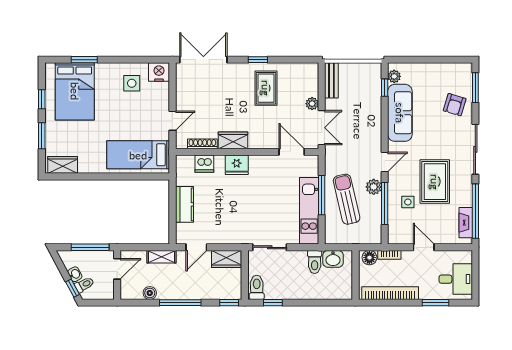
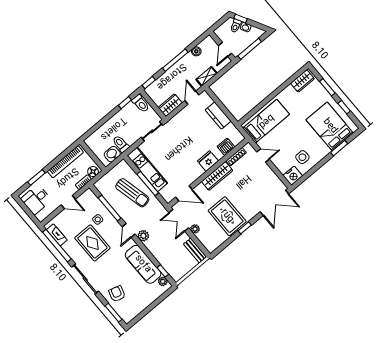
rug: (266, 88) -> (227, 216), width x1.36, depth x1.43
door: (172, 121) -> (263, 155), swing flipped
wardrobe: (233, 140) -> (217, 176), width x1.50
plant: (374, 187) -> (143, 236), moved

